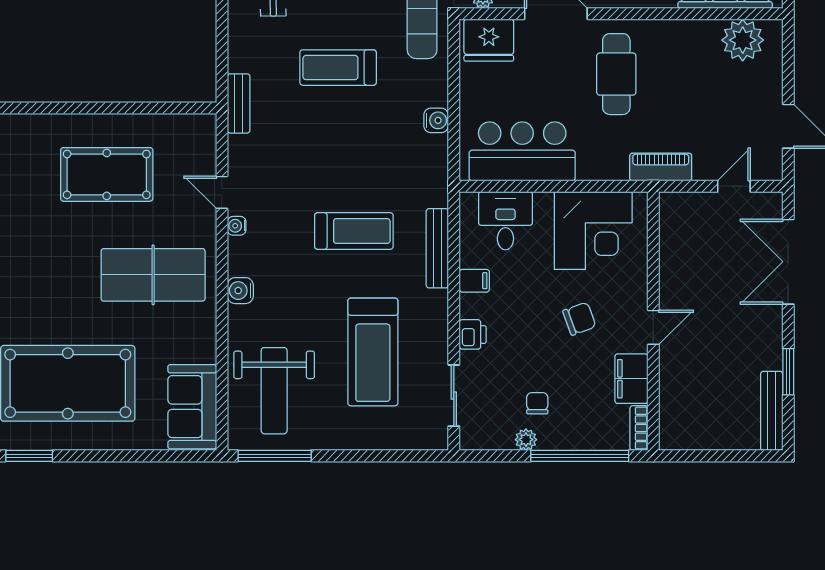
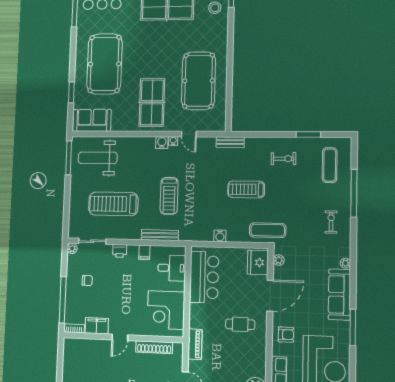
treadmill: (338, 68) -> (246, 189), turned -90
cafe table: (616, 74) -> (240, 324), width x0.73, depth x0.74
pool table: (107, 174) -> (199, 81), width x1.36, depth x1.32
door: (222, 192) -> (189, 134), swing flipped
shoe rack: (671, 253) -> (154, 347), added
water cooler: (240, 291) -> (162, 143), moved
chair: (579, 319) -> (125, 302), removed
door: (653, 327) -> (120, 337), hinge flipped
plant: (526, 440) -> (72, 248), moved
window: (29, 456) -> (71, 92), moved

